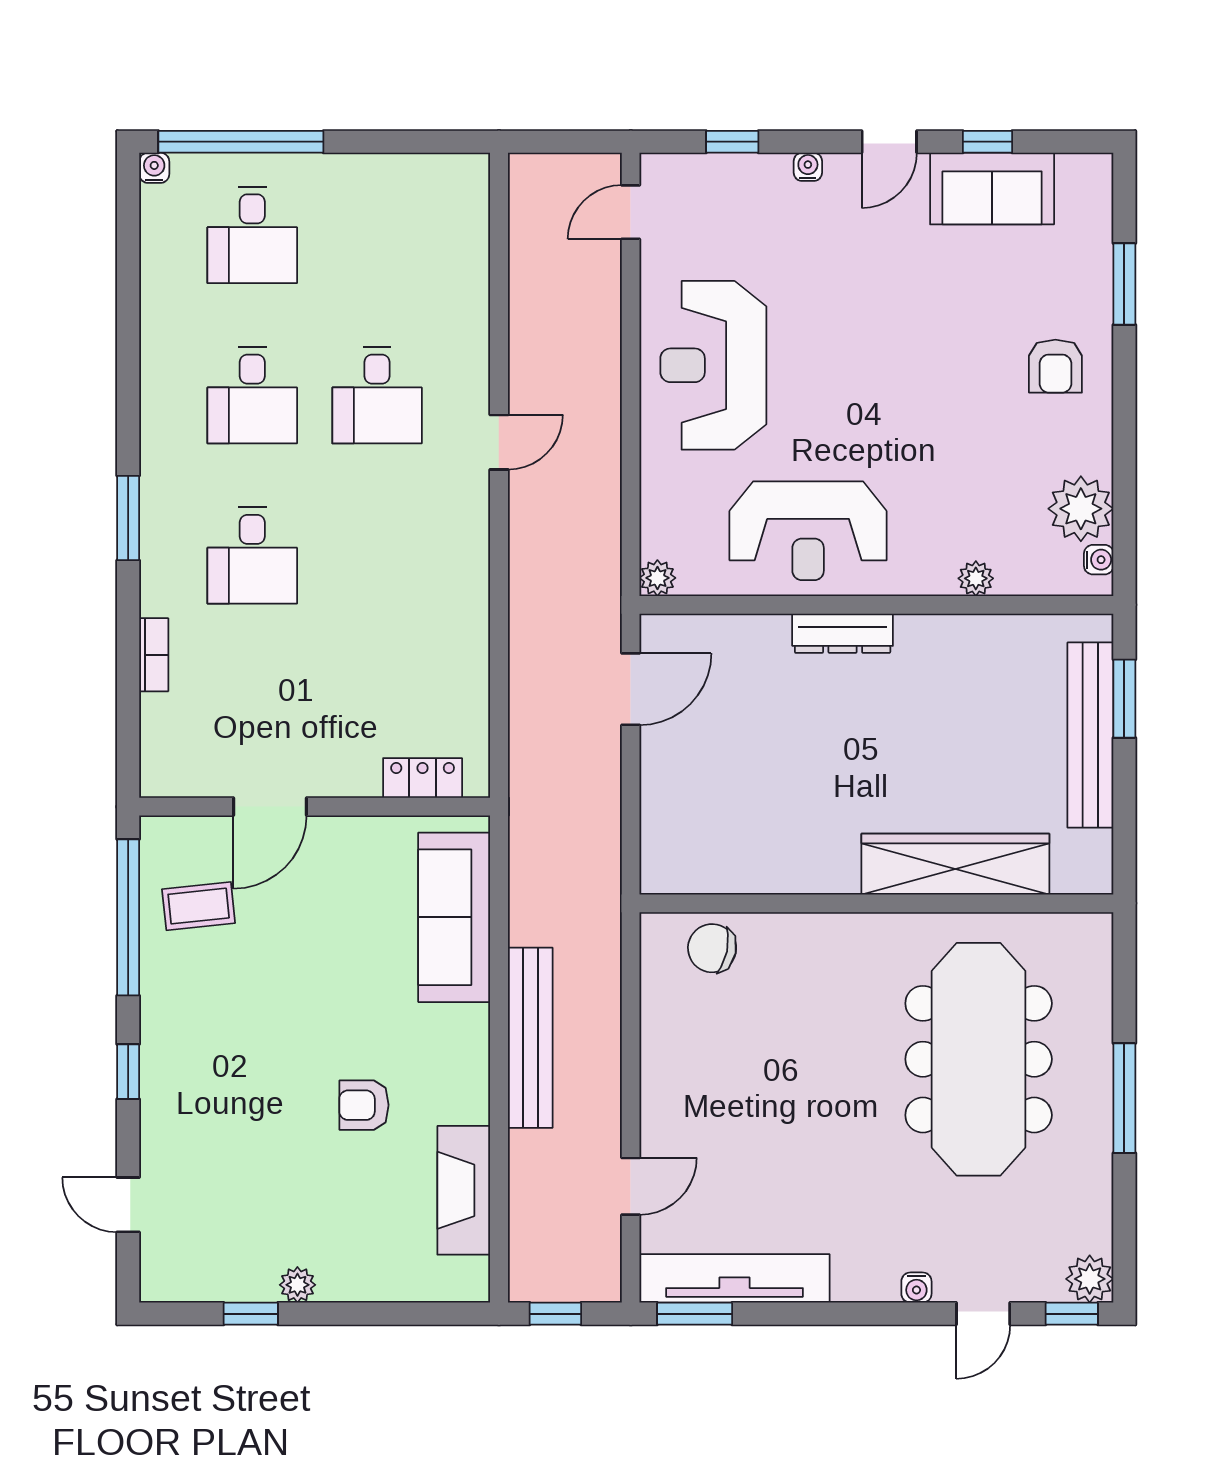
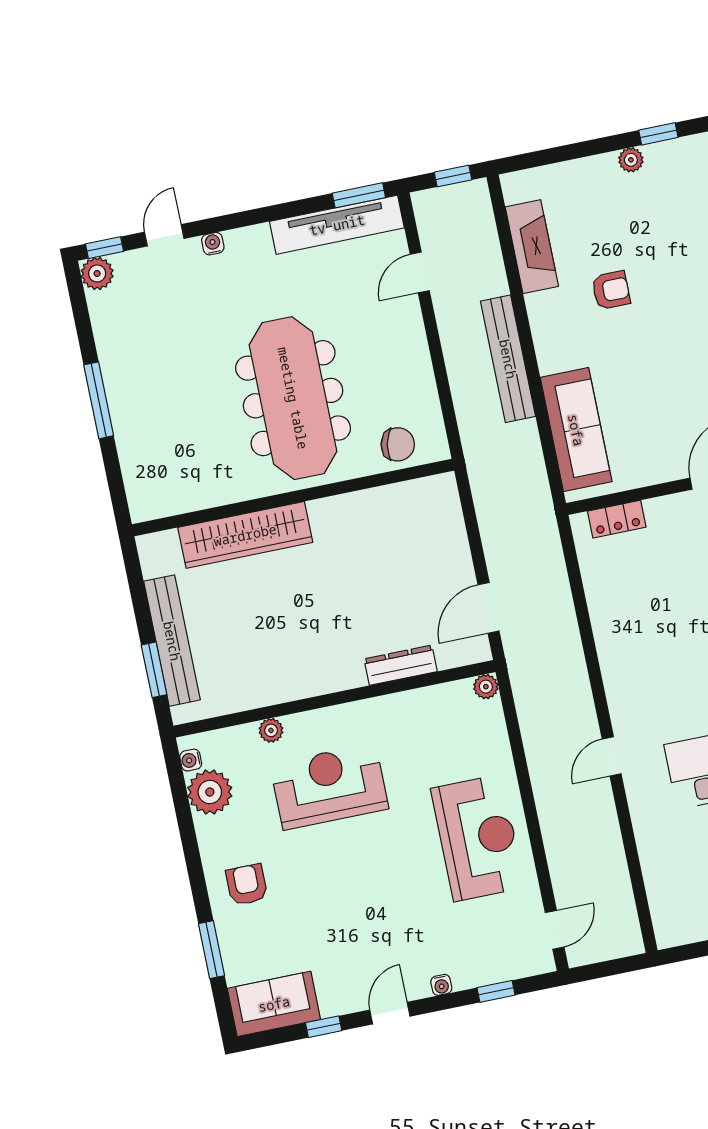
sofa: (992, 189) -> (274, 1004), moved
reception desk: (808, 531) -> (329, 787), moved
dresser: (843, 633) -> (401, 665), moved
meeting table: (979, 1059) -> (293, 398), moved

